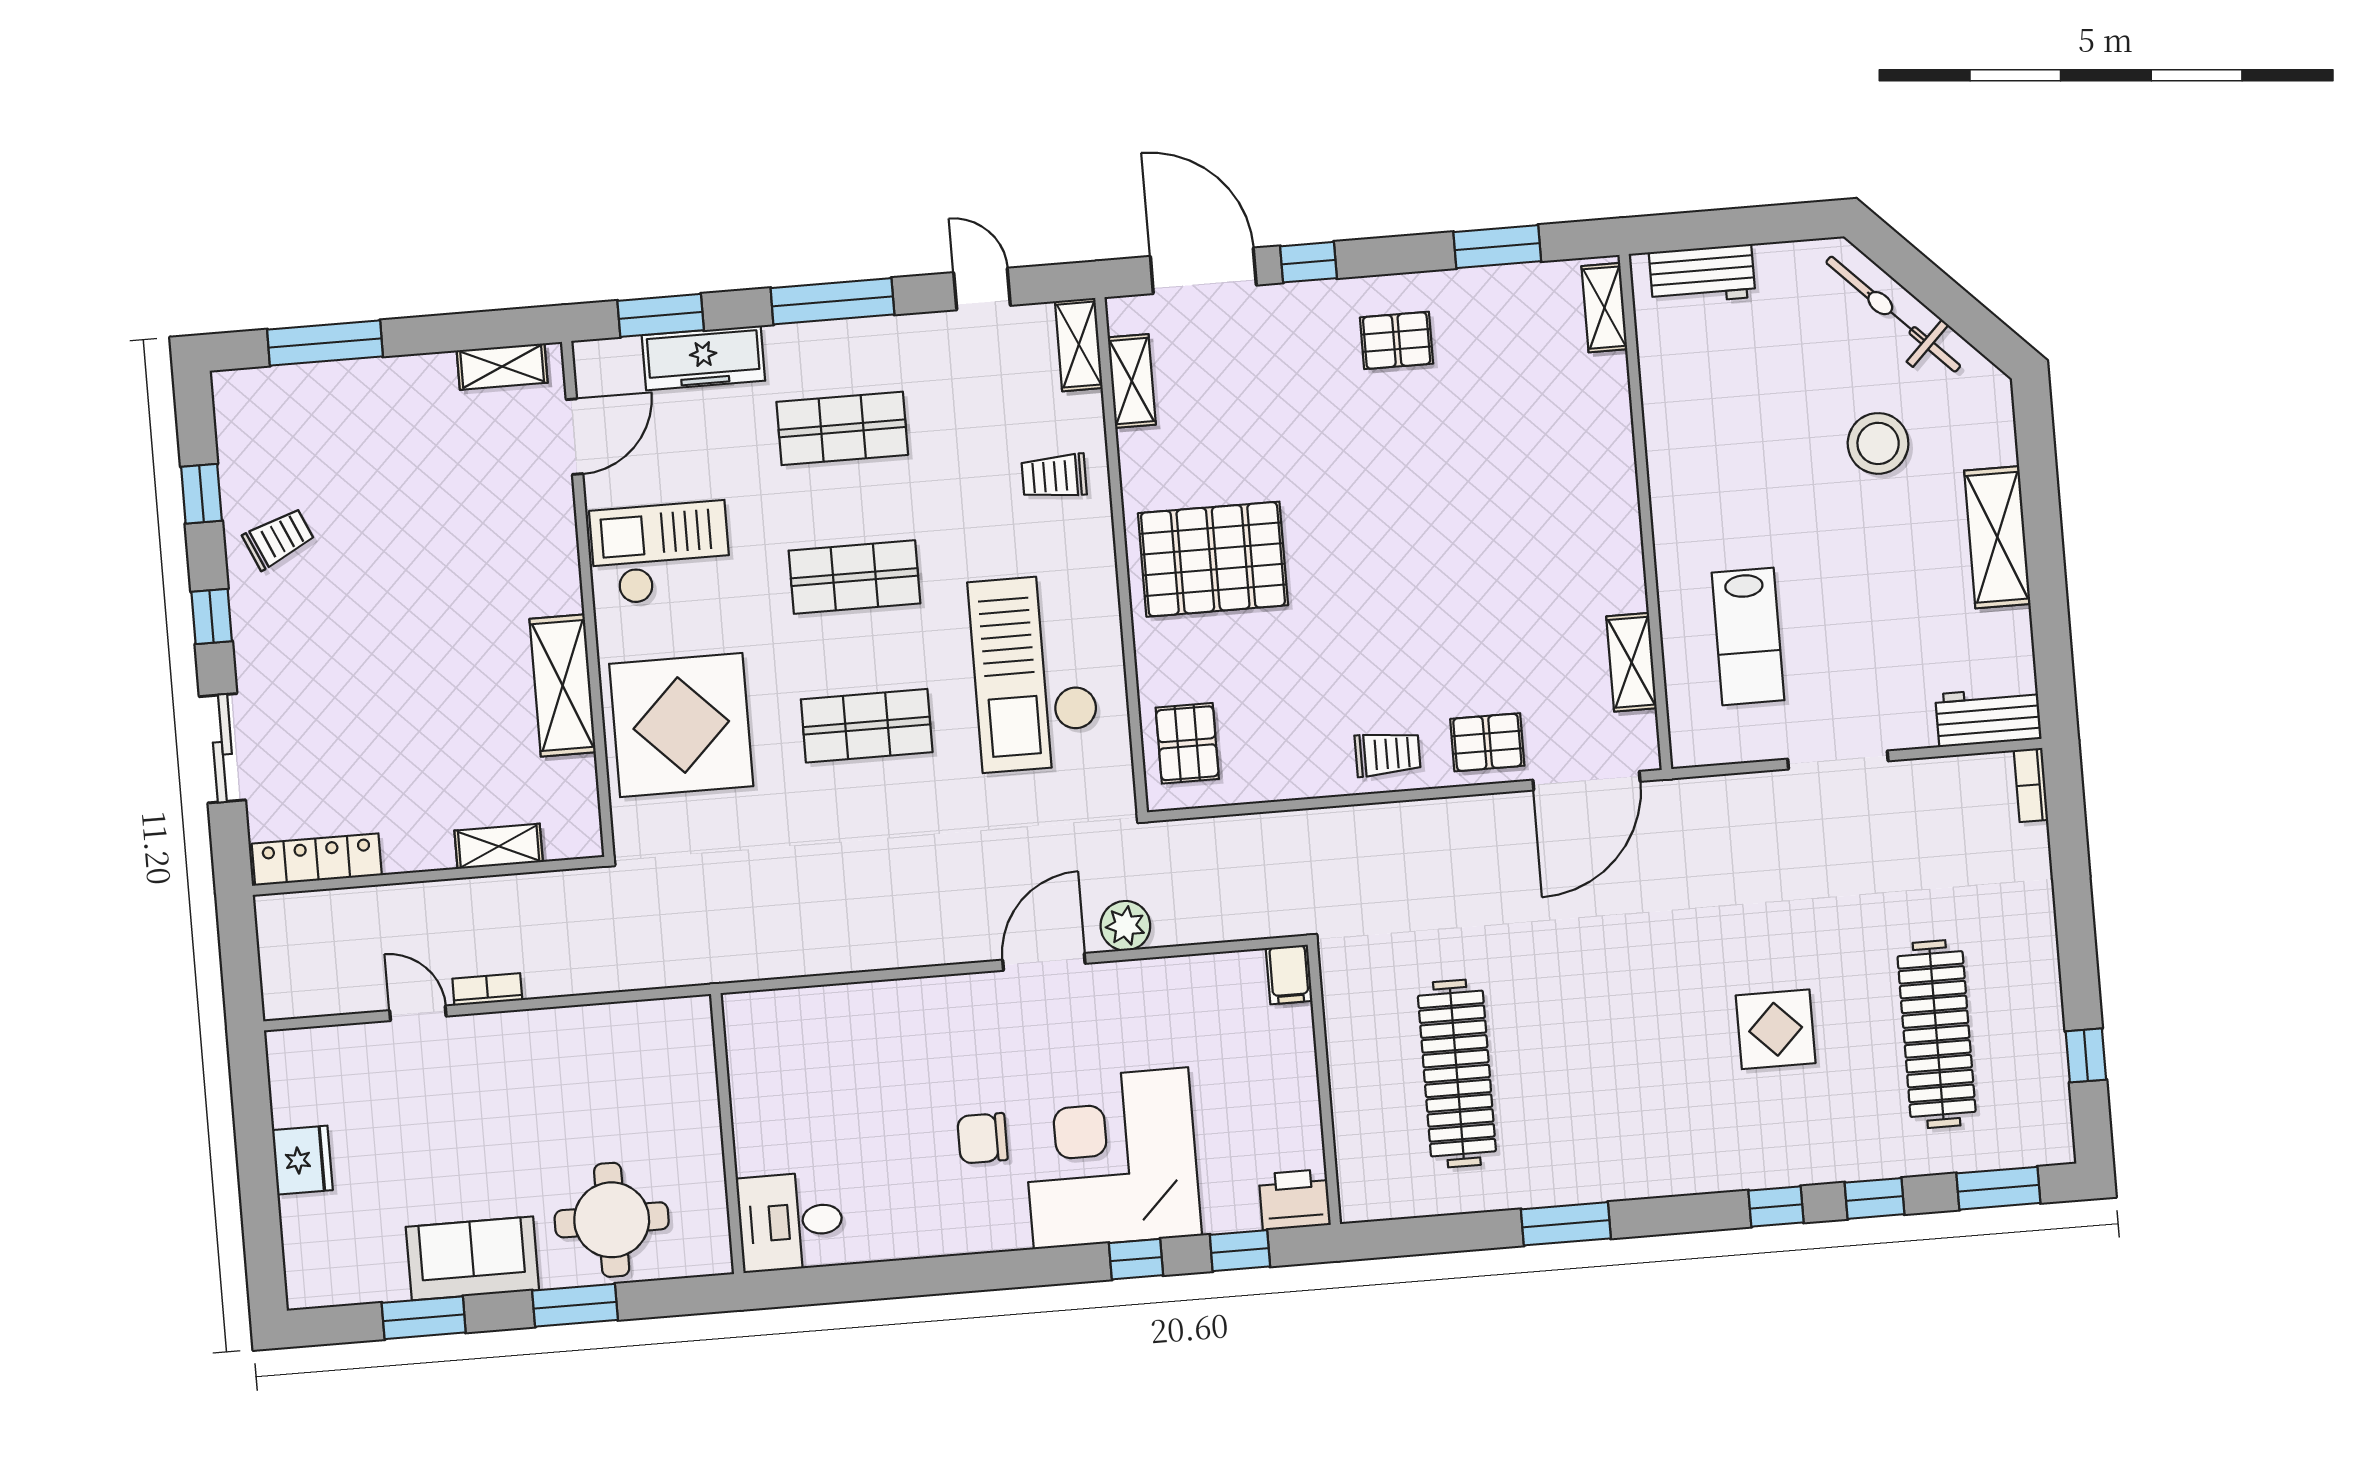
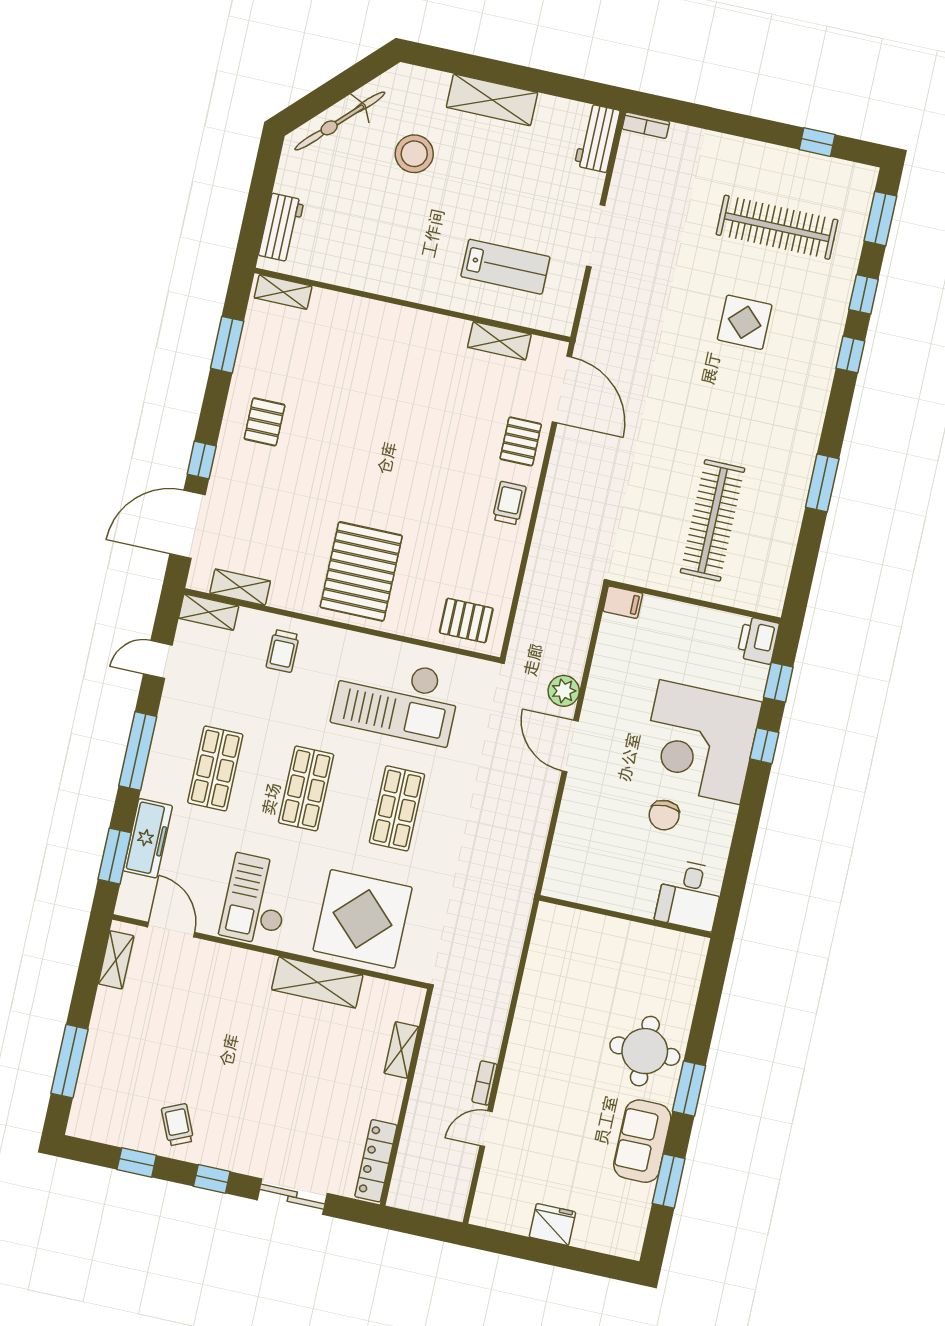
clothes rail: (1457, 1074) -> (713, 520), turned 90
wall: (727, 1133) -> (625, 917), moved
desk: (790, 1222) -> (690, 895), moved

